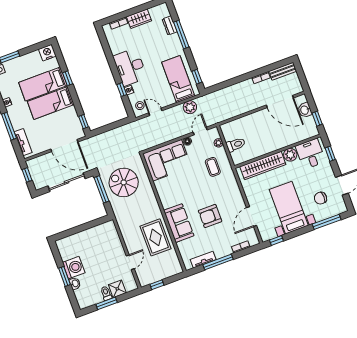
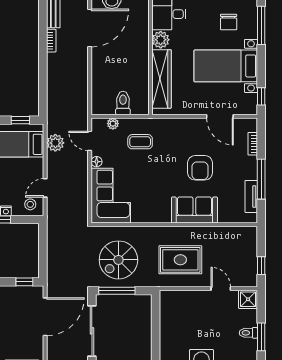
rug: (156, 237) -> (180, 260), moved
shower: (117, 289) -> (248, 299), moved

